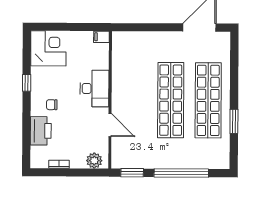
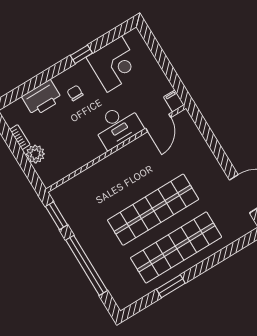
corner desk: (48, 48) -> (114, 64), moved
door: (110, 125) -> (158, 123), moved
plant: (94, 161) -> (35, 154), moved

